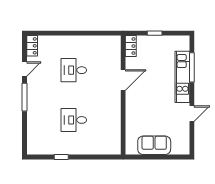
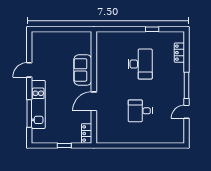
locker: (32, 46) -> (179, 53), moved
desk: (74, 70) -> (140, 111), turned 180
desk: (74, 120) -> (140, 64), width x1.37
sofa: (154, 145) -> (83, 70), moved, turned 90

